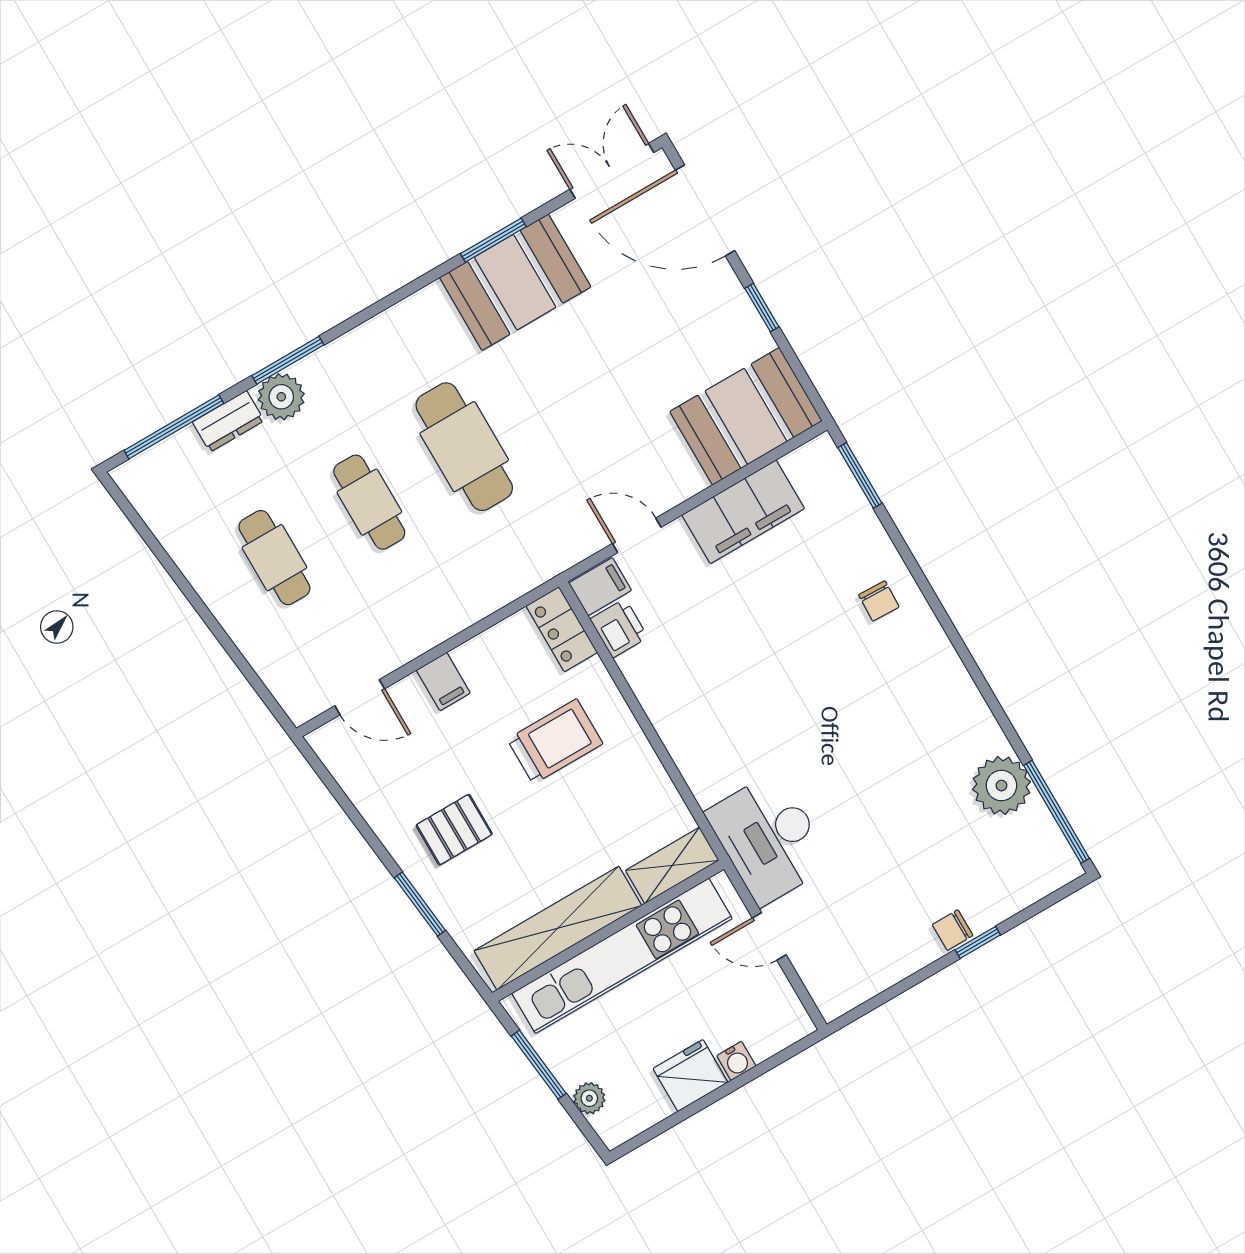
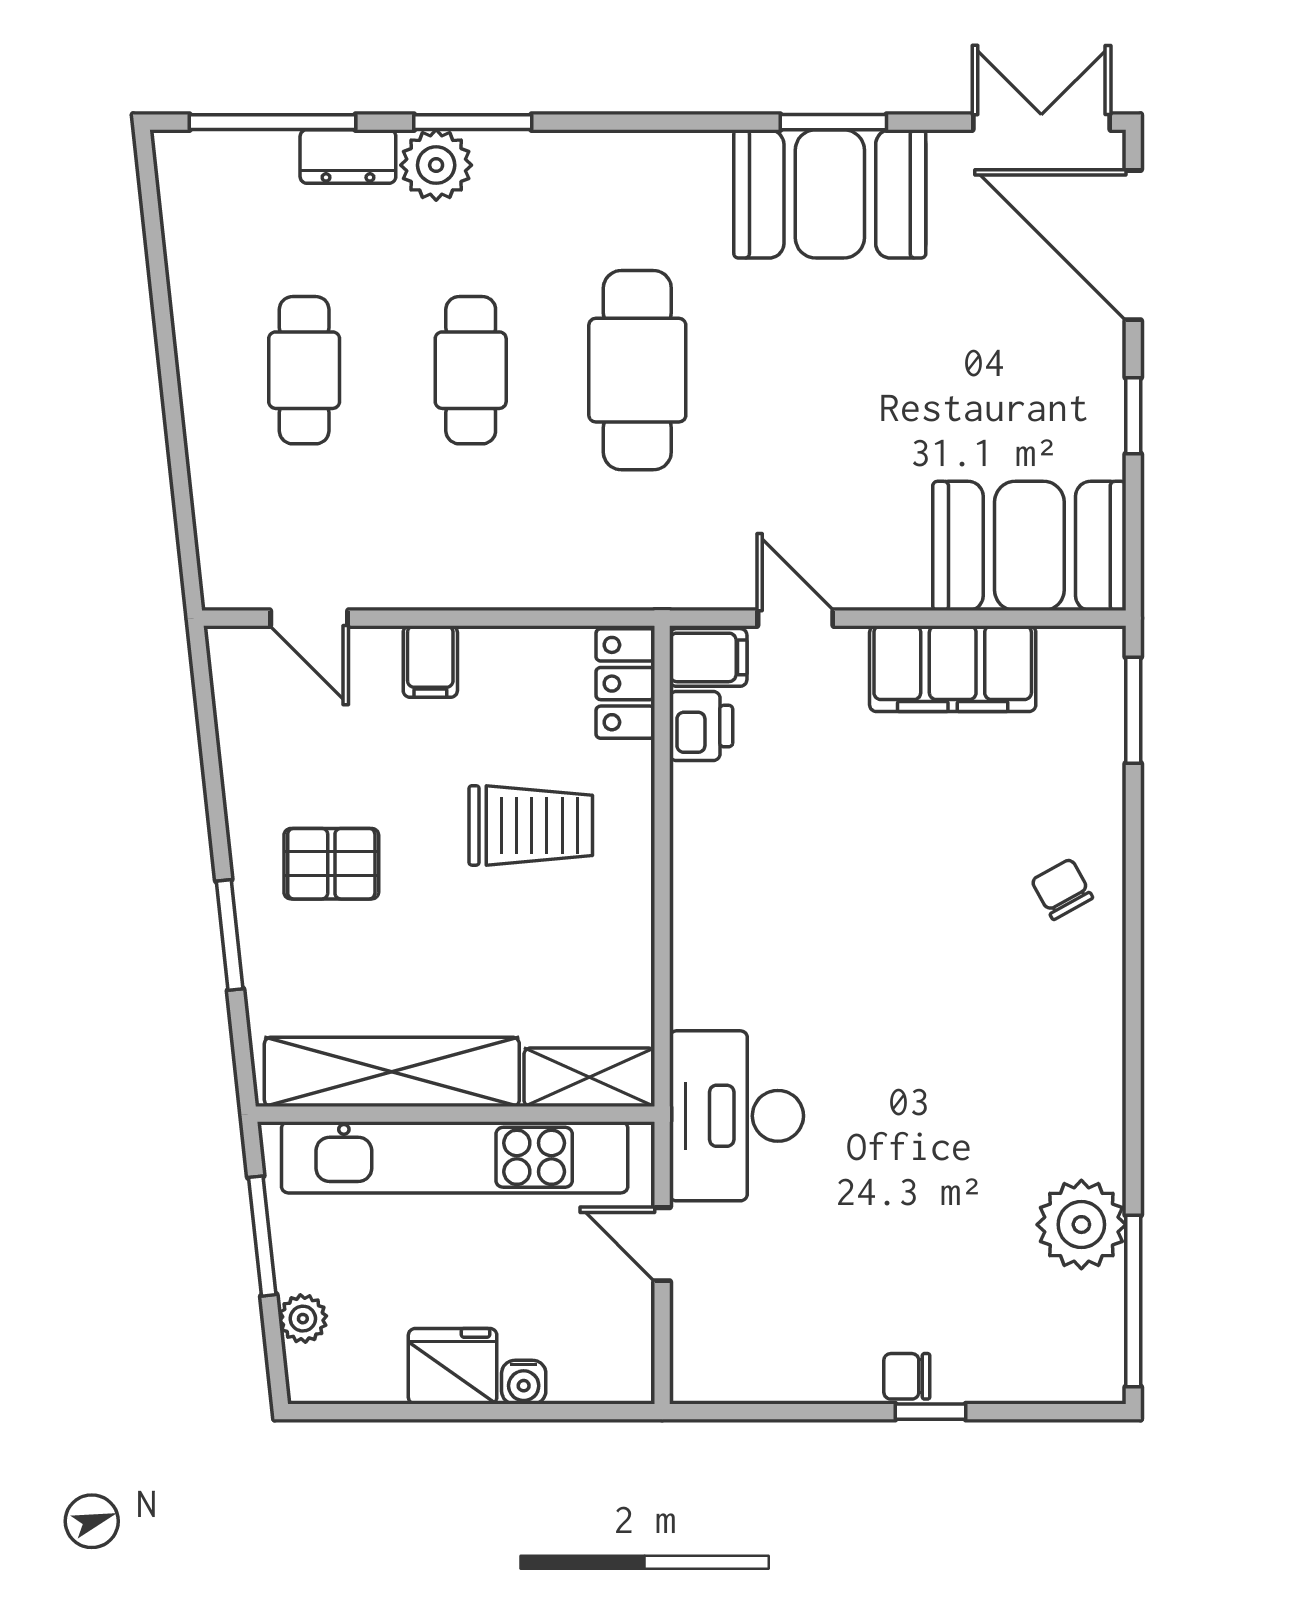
chair: (879, 601) -> (1062, 889), turned 149

